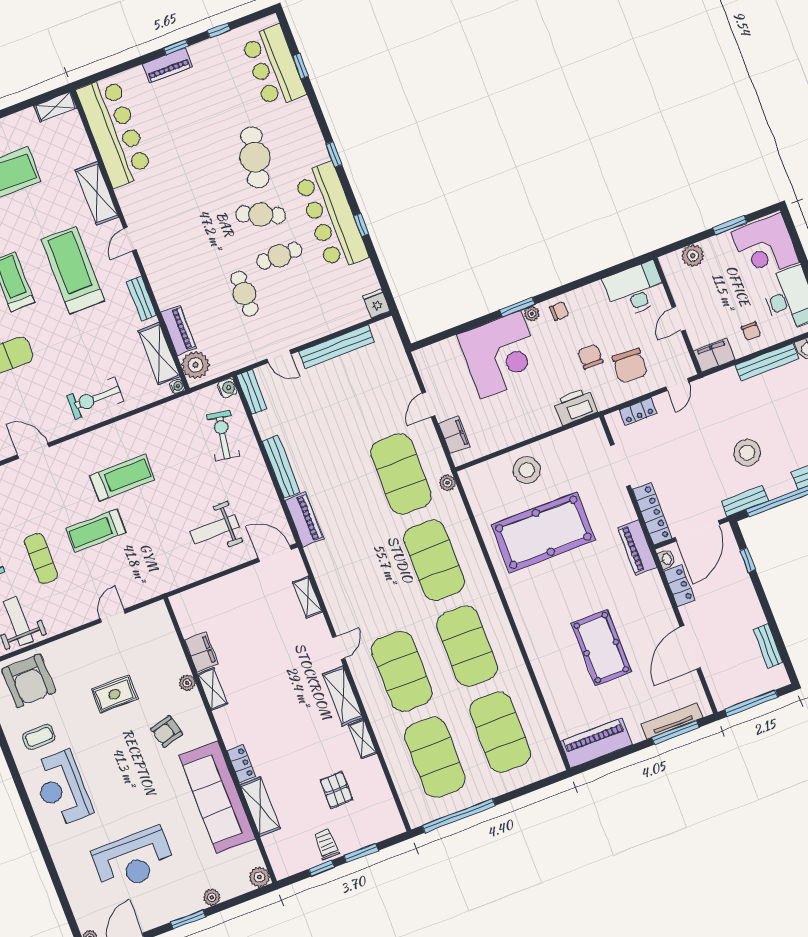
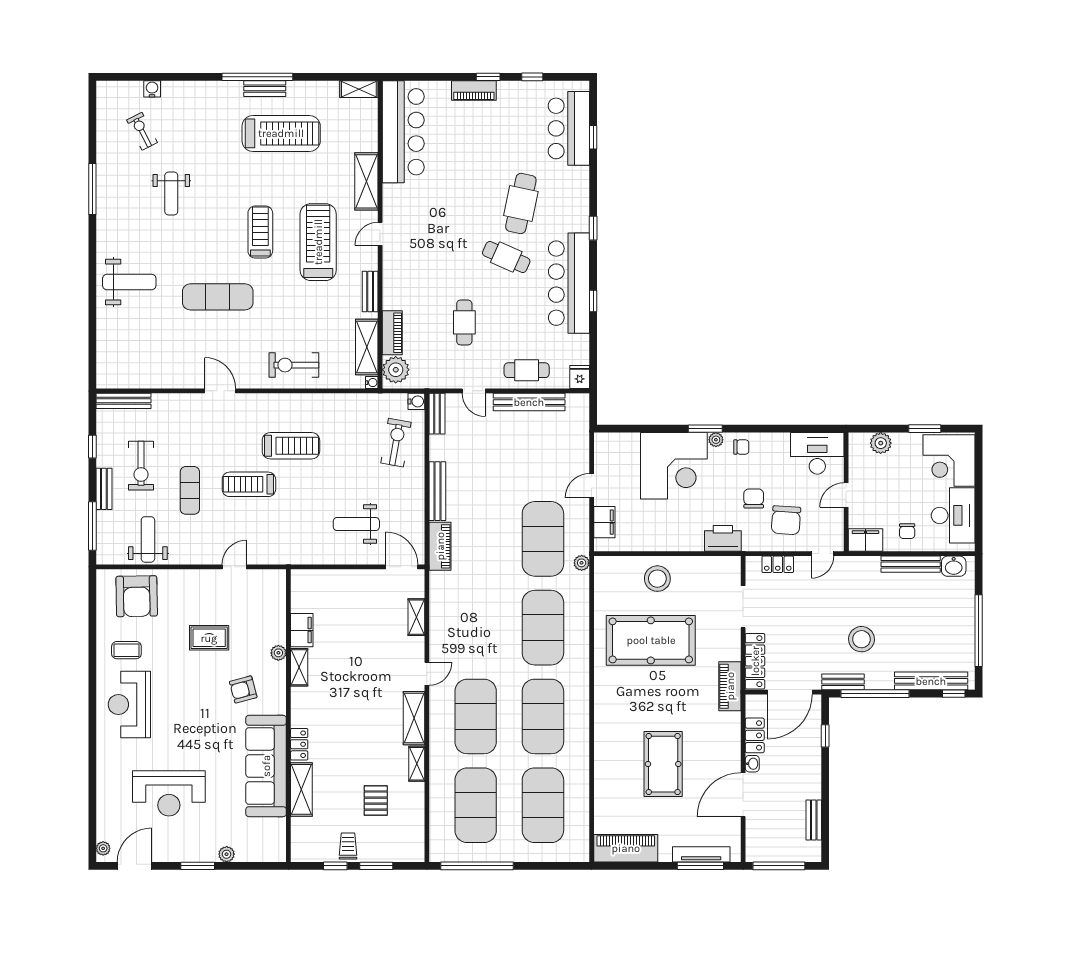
cafe table: (279, 256) -> (527, 370), moved
washbasin: (666, 559) -> (752, 764), moved
plant: (259, 877) -> (276, 852), removed

